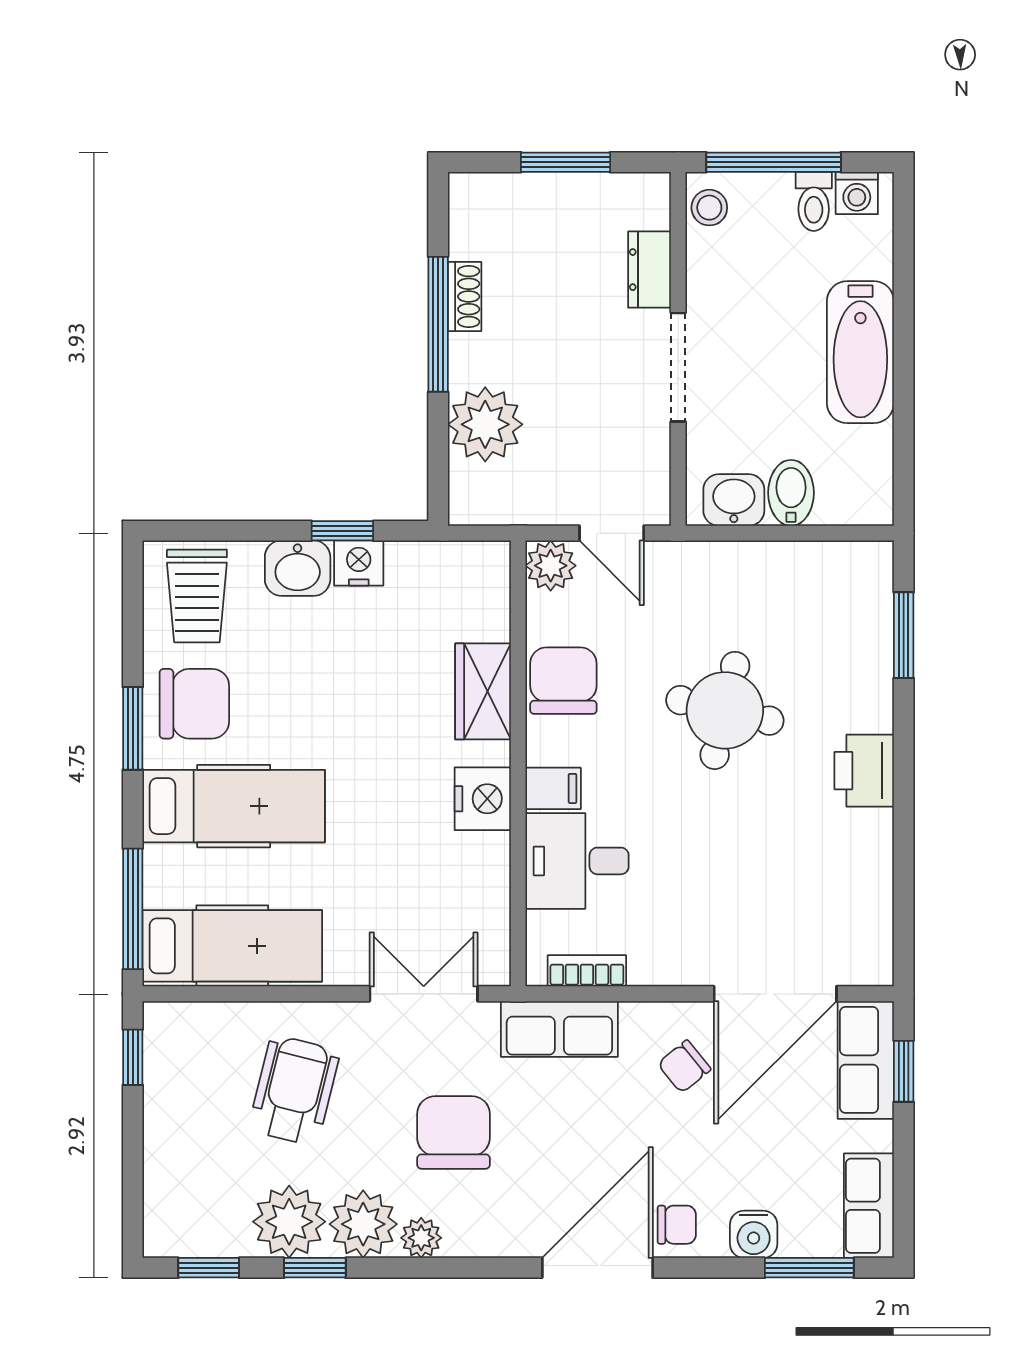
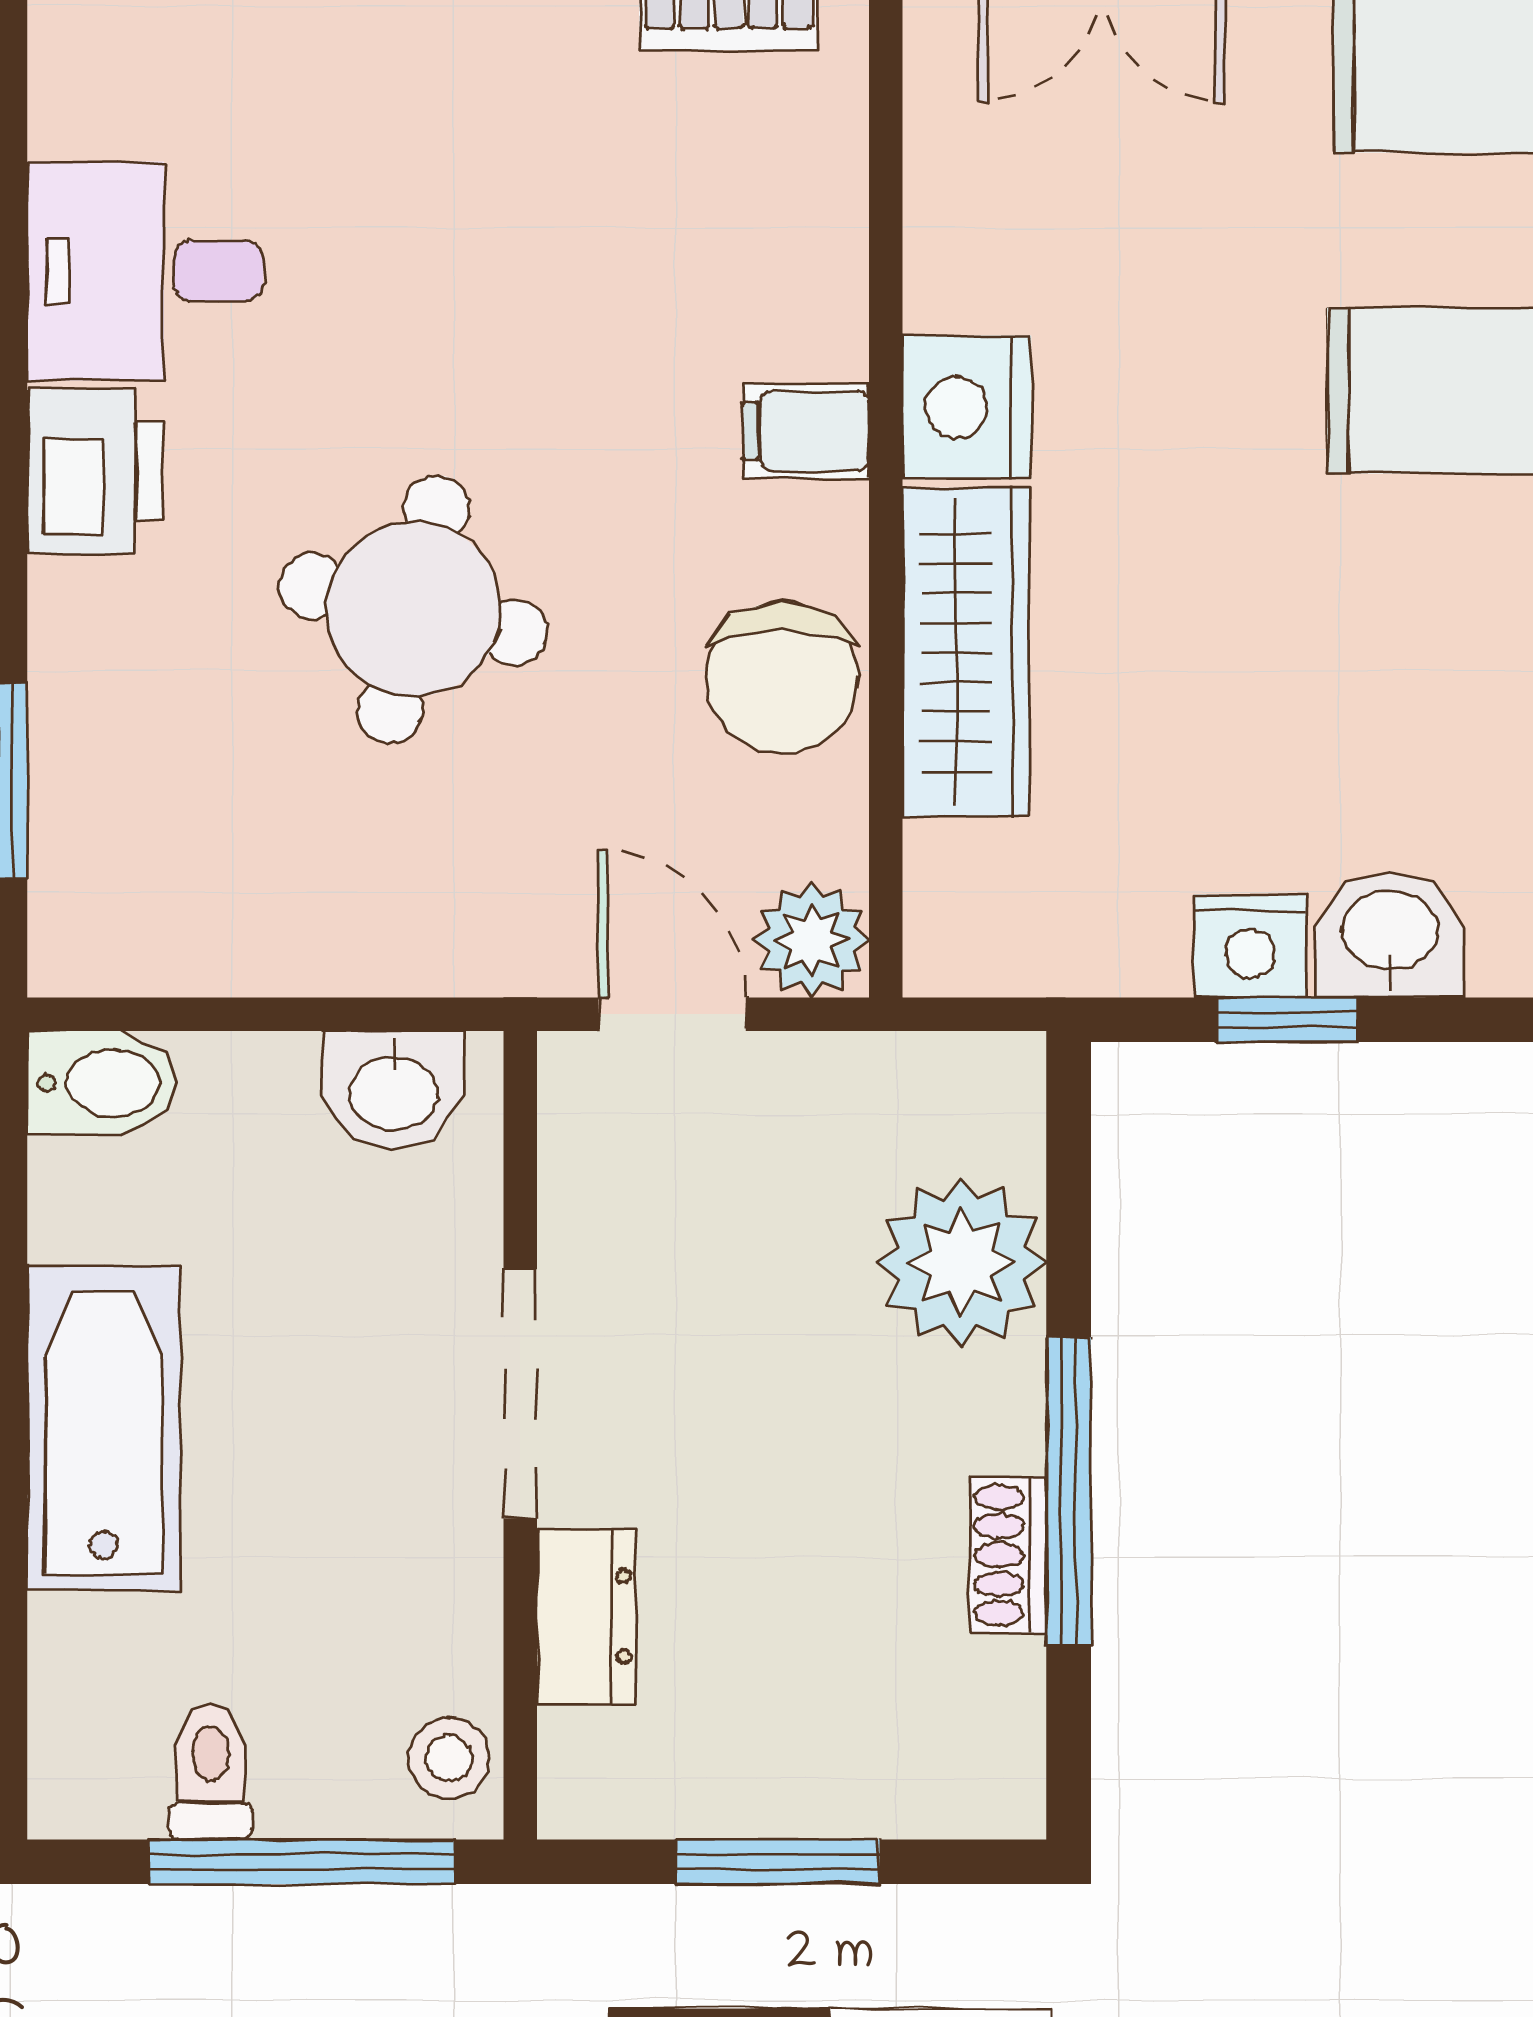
washing machine: (857, 193) -> (112, 1791), removed
bidet: (791, 493) -> (103, 1083), moved, turned -90
wardrobe: (483, 691) -> (966, 652), width x1.50
desk: (577, 861) -> (145, 271), moved, turned 180

